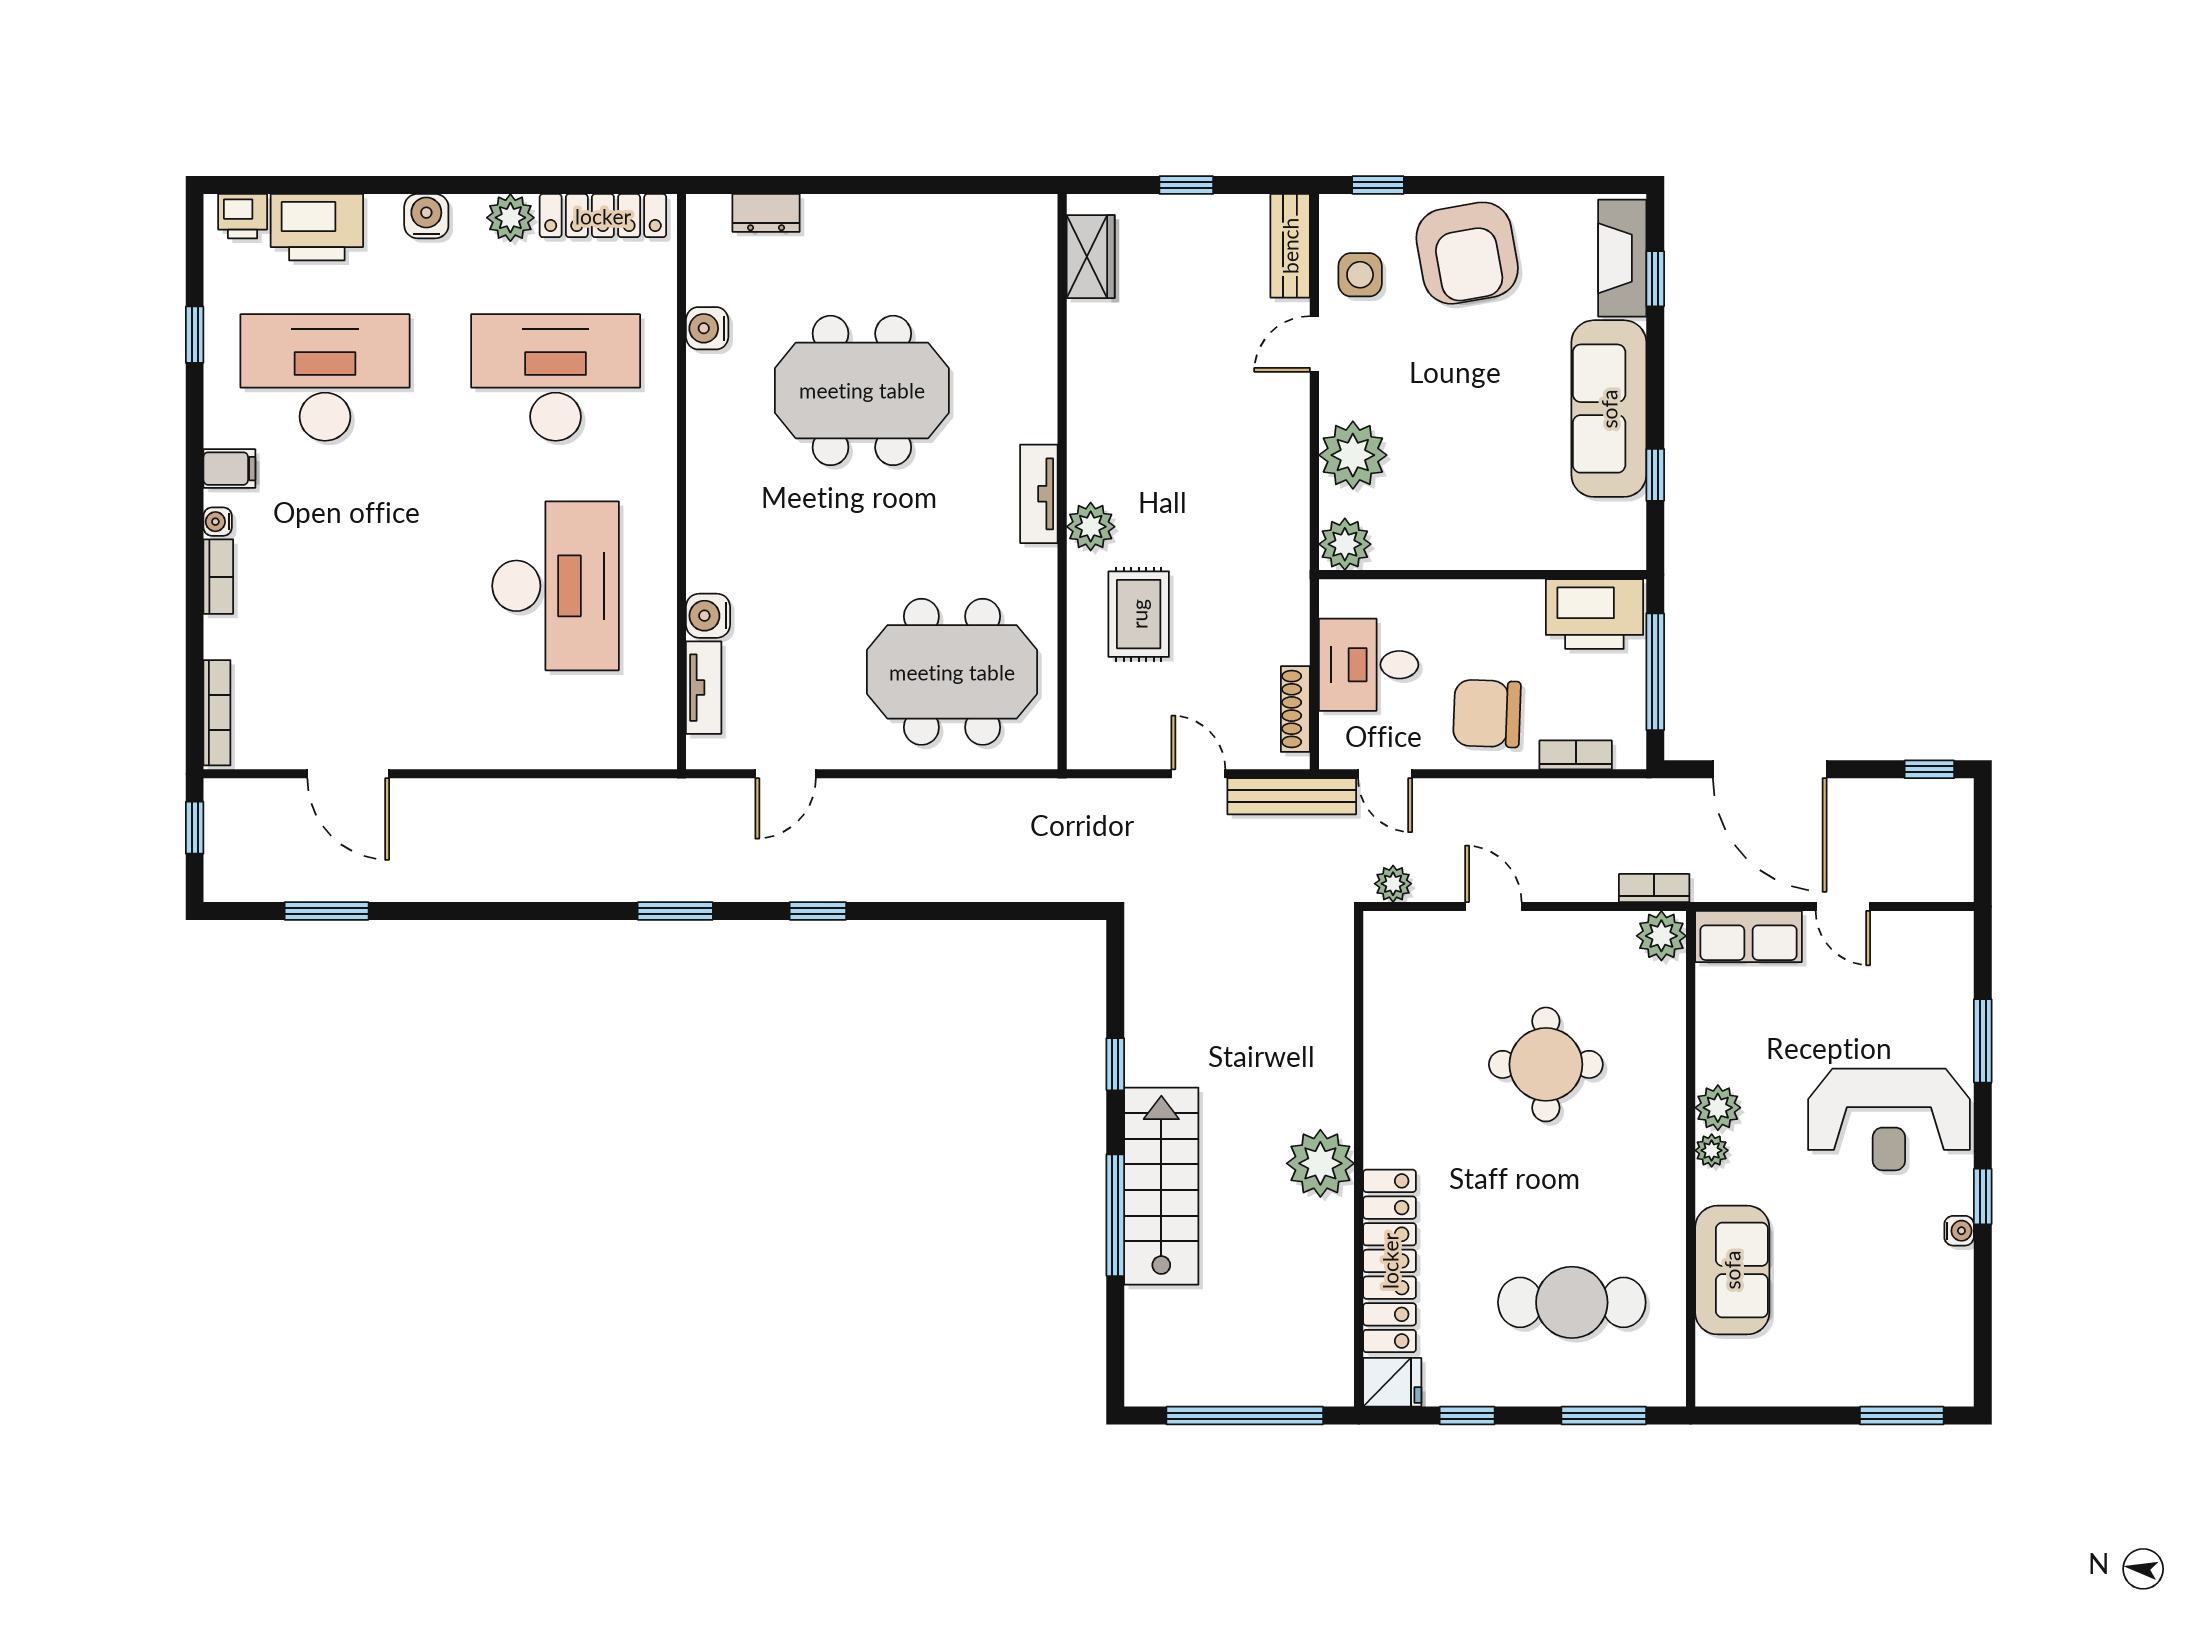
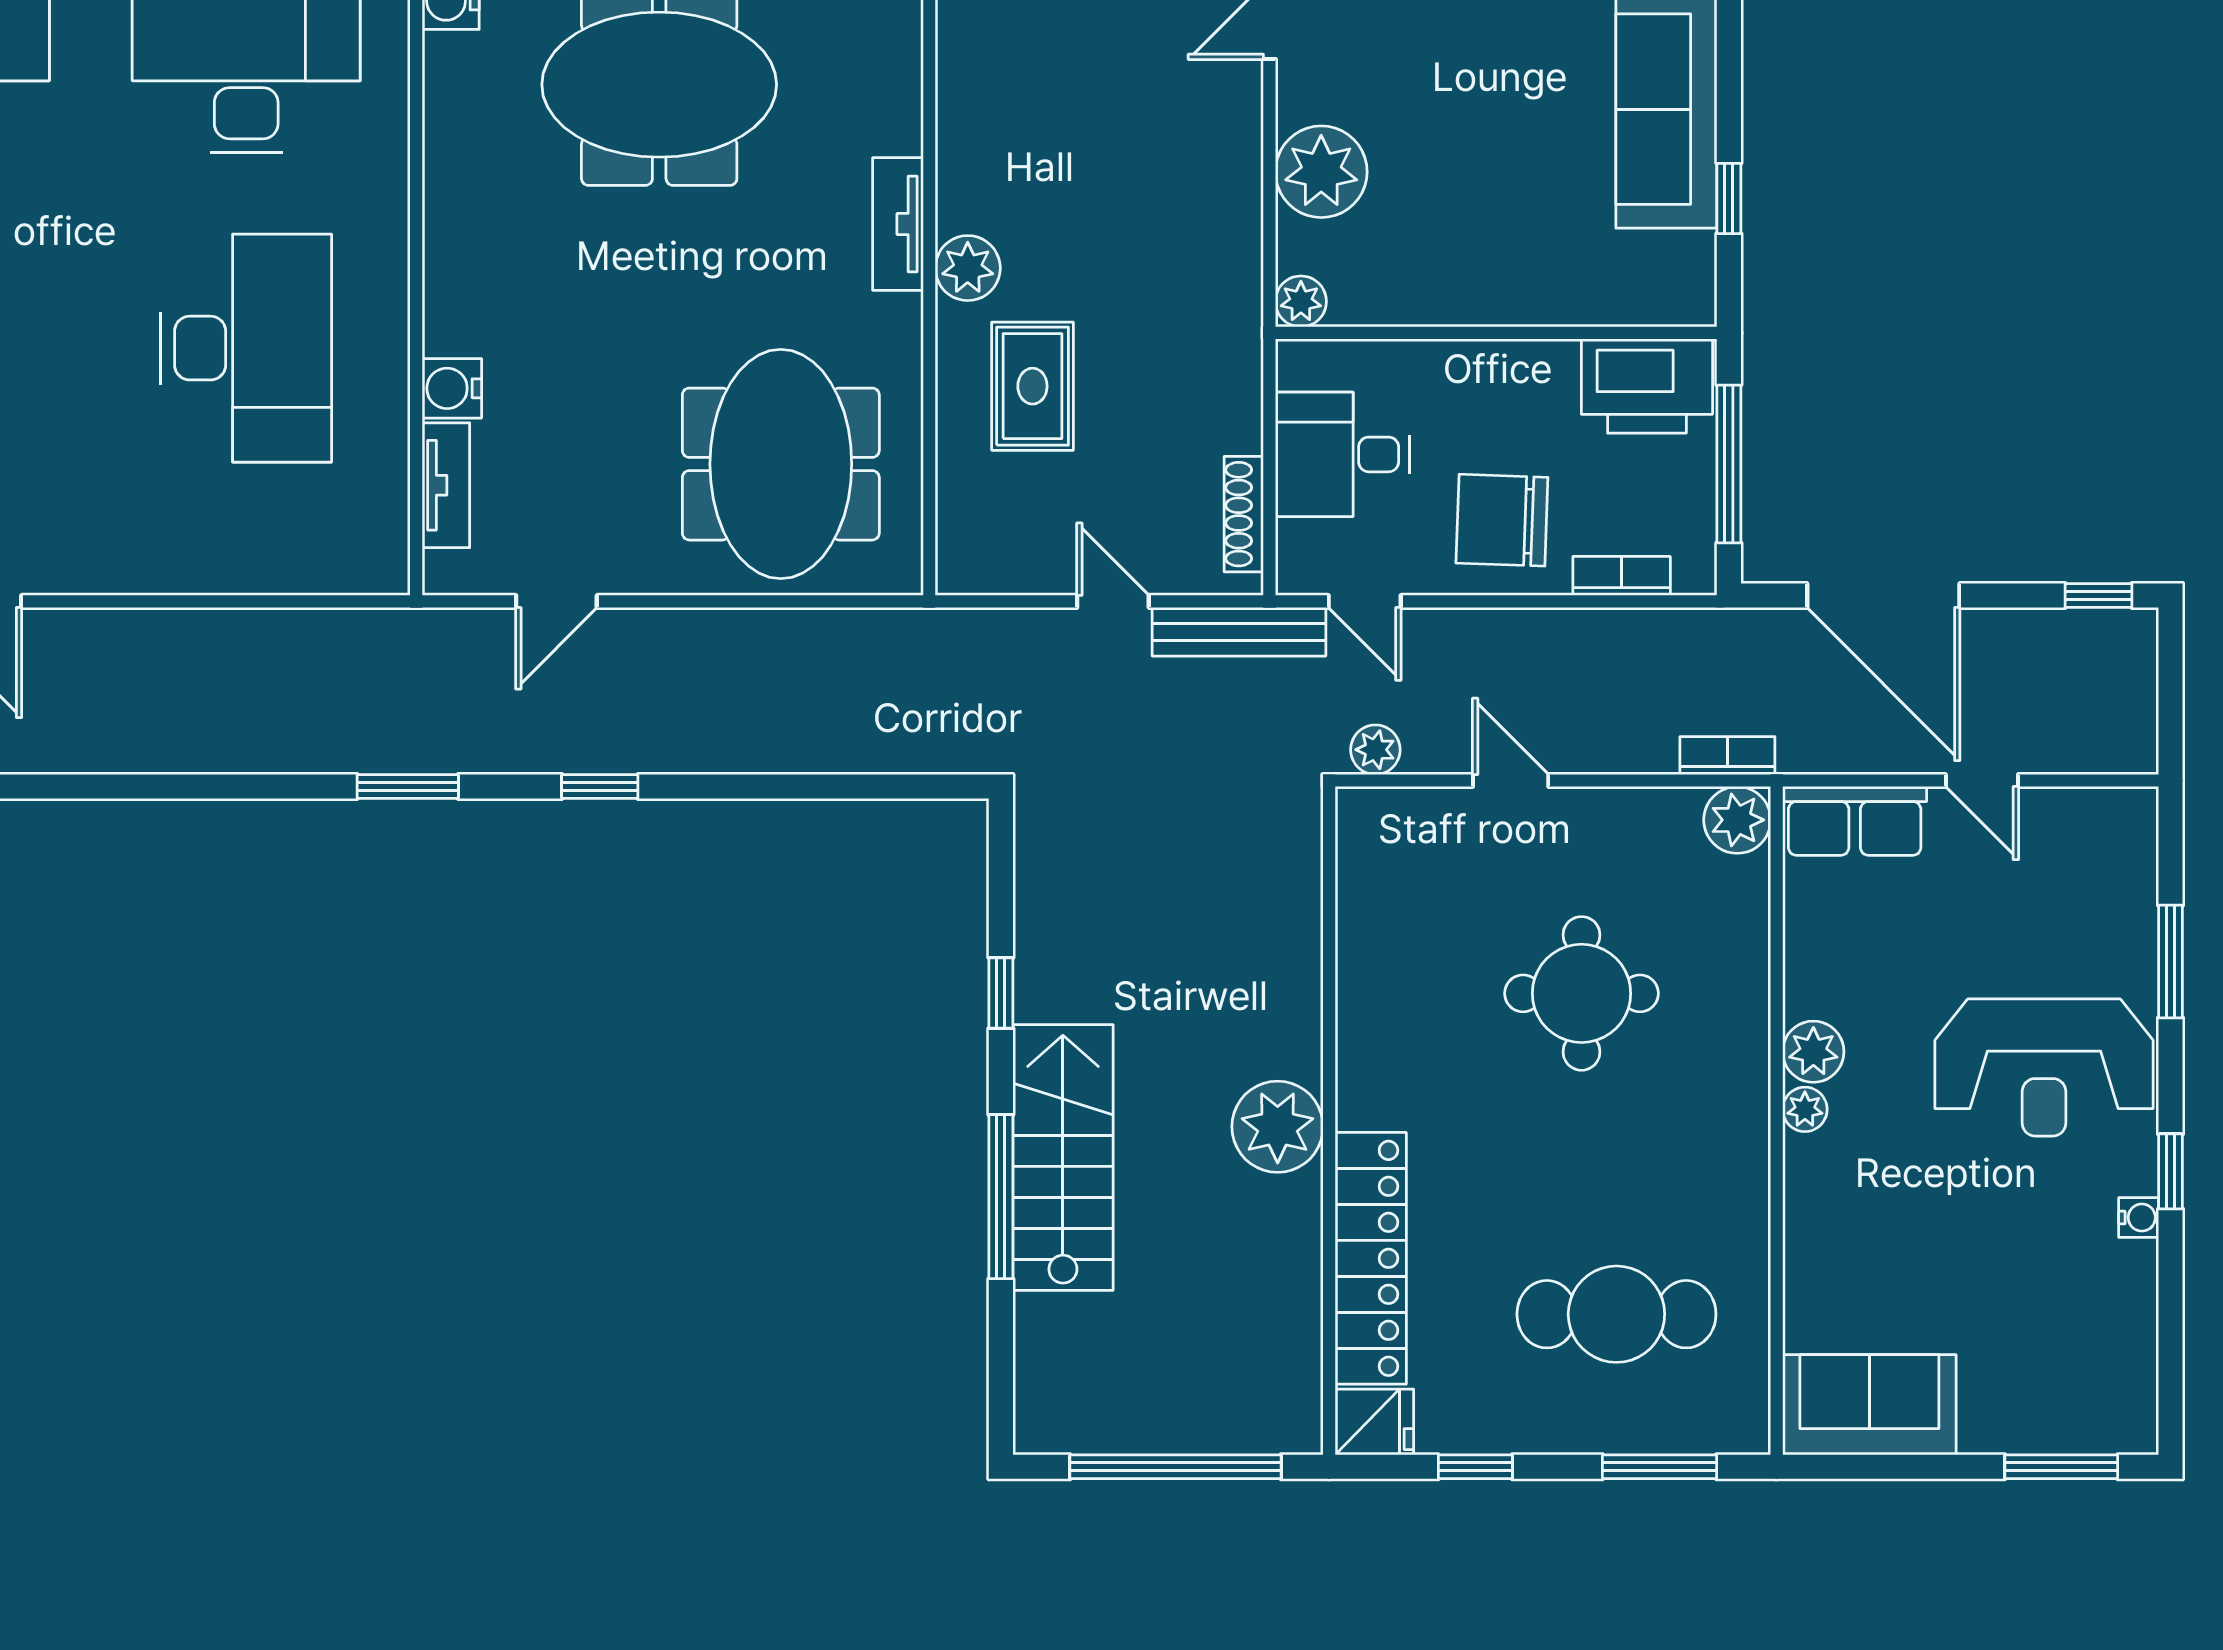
plant: (1345, 544) -> (1301, 301), width x0.73, depth x0.73
meeting table: (952, 672) -> (781, 464), turned 90
sofa: (1732, 1270) -> (1869, 1405), moved, turned -90

